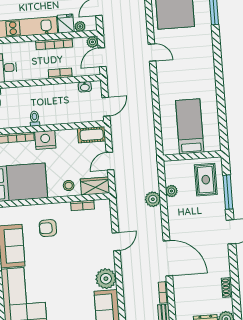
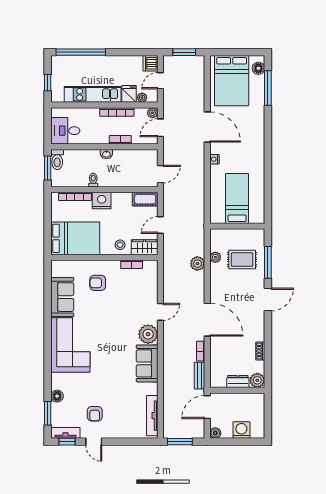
door: (152, 53) -> (207, 127), width x1.88
nightstand: (162, 86) -> (214, 159), added
washbasin: (85, 87) -> (106, 154), moved
rug: (206, 180) -> (242, 260), moved, turned 90
door: (116, 242) -> (160, 312), moved

